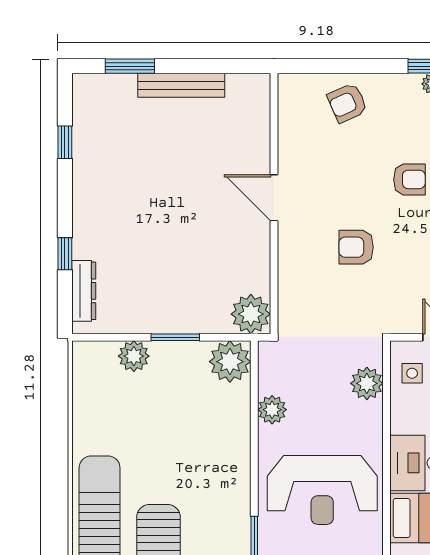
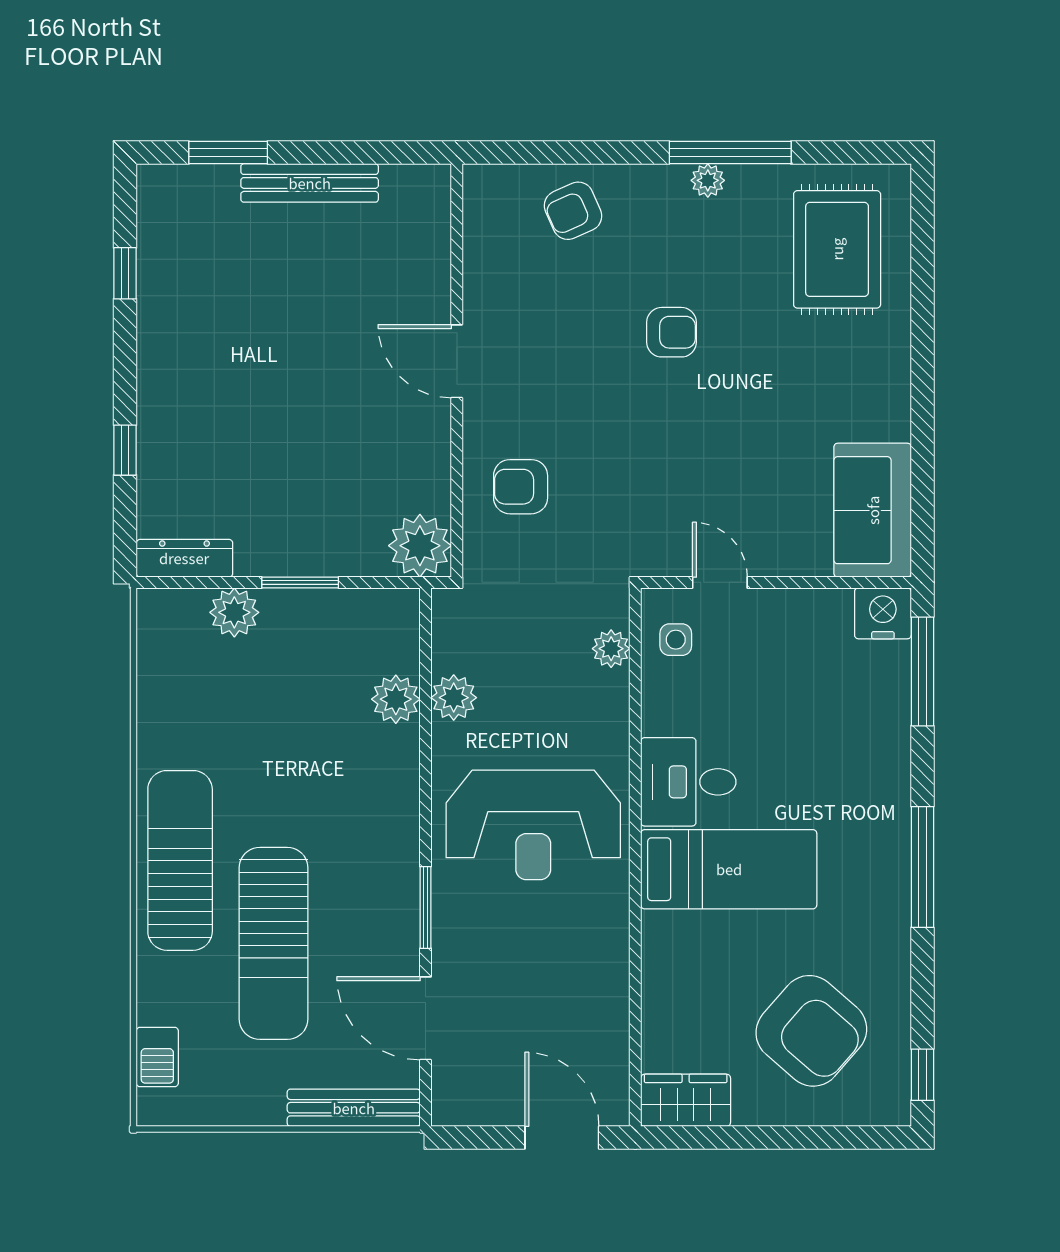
armchair: (356, 247) -> (521, 487), moved
dresser: (84, 291) -> (184, 558), moved, turned -90
plant: (230, 362) -> (396, 699), moved, width x0.73, depth x0.73
plant: (367, 383) -> (611, 649), width x0.73, depth x0.73

